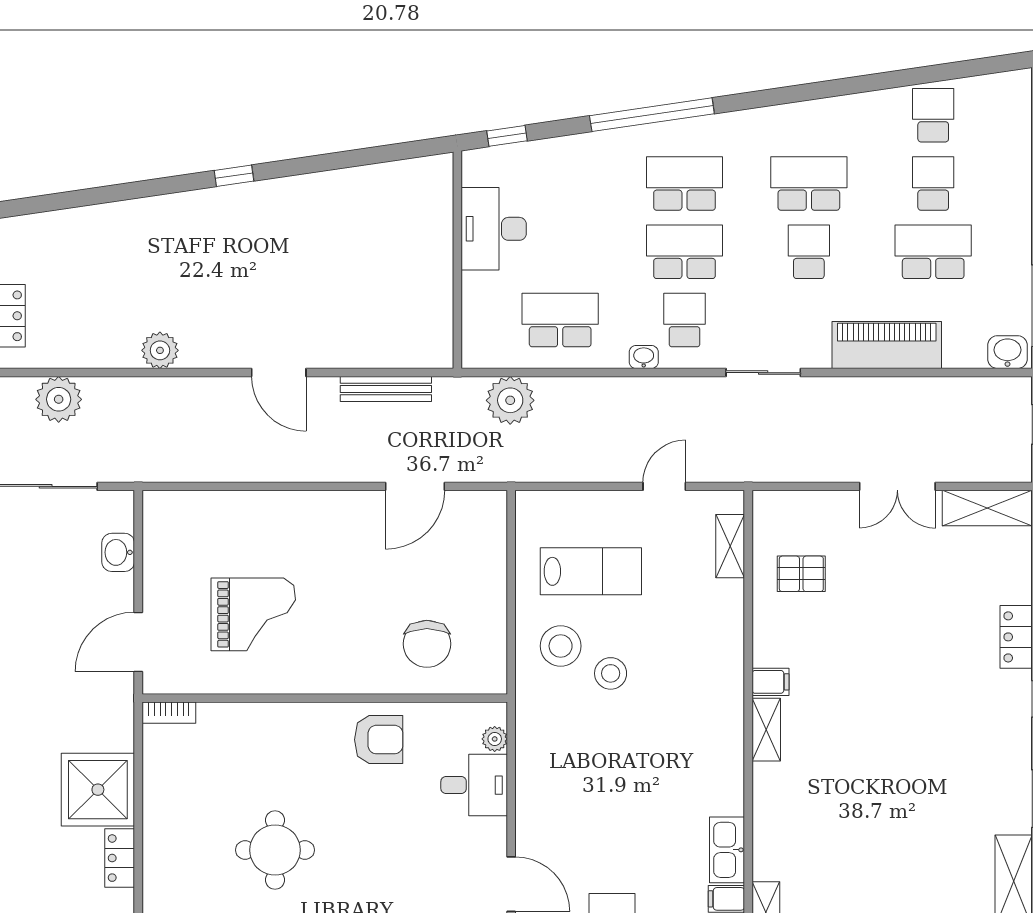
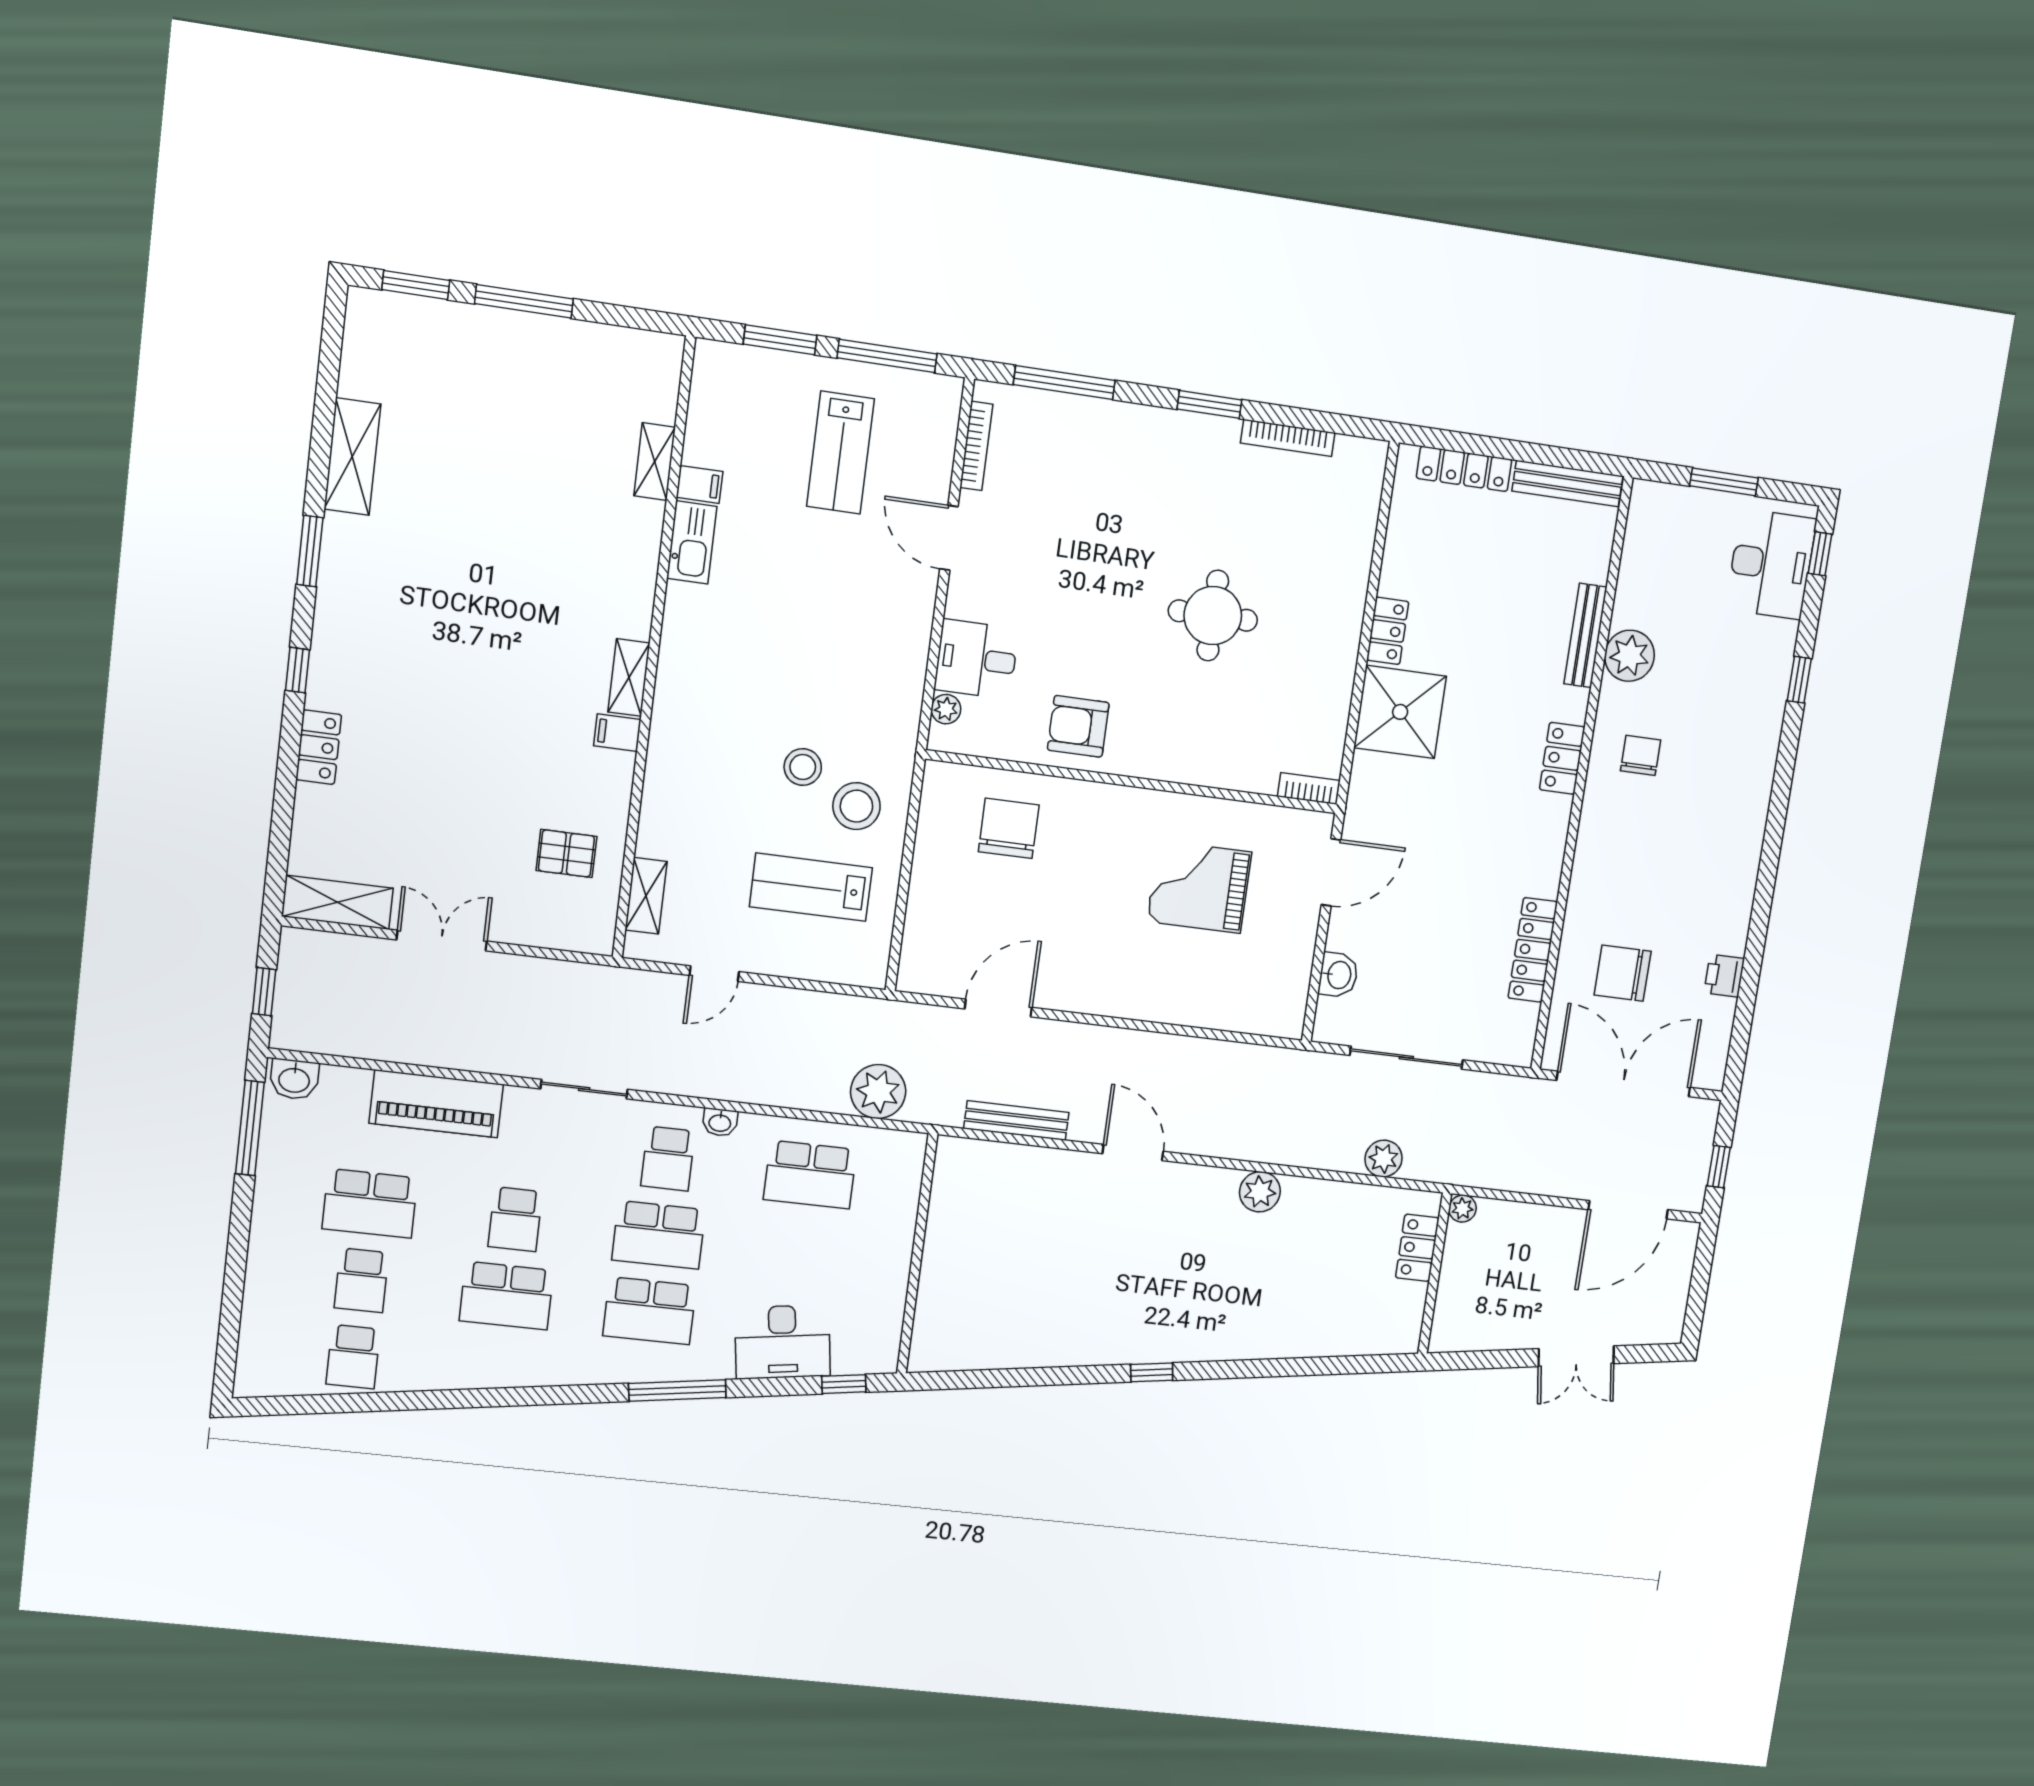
window: (652, 115) -> (677, 1390), width x0.68
desk: (494, 229) -> (783, 1342), moved, turned 82
plant: (59, 399) -> (1383, 1159), width x0.73, depth x0.73

